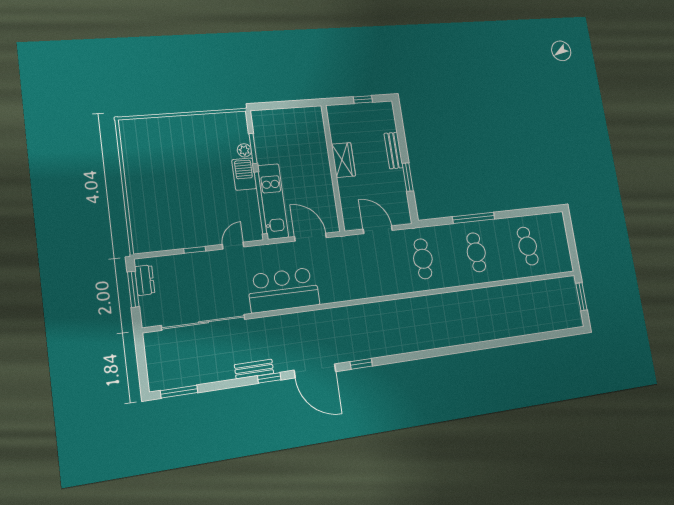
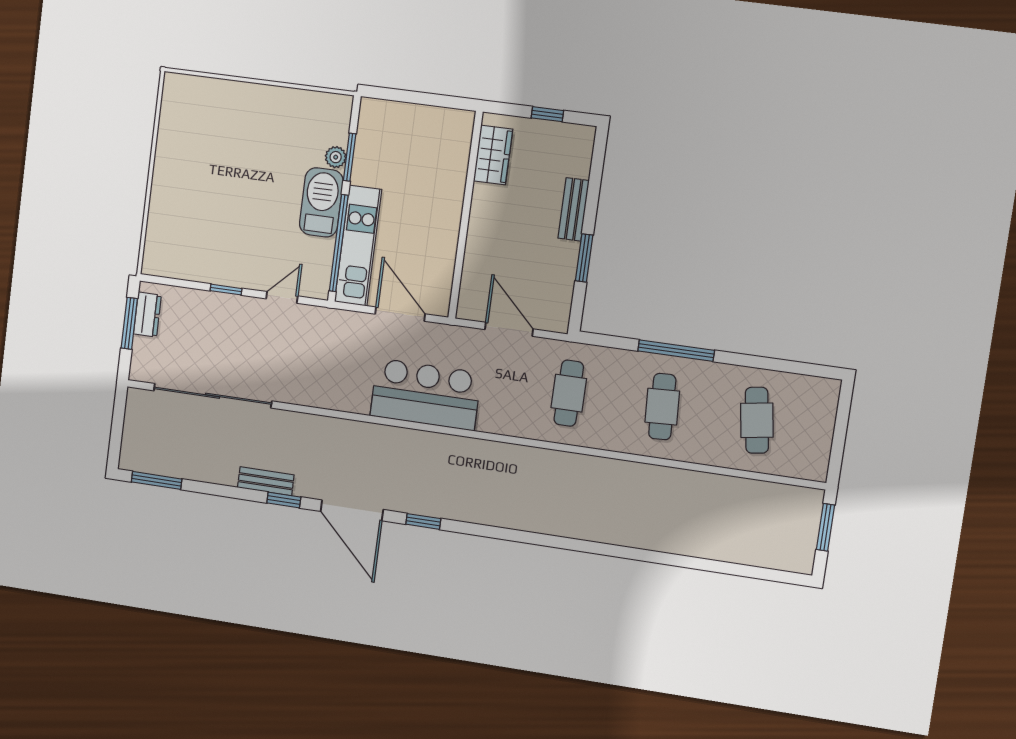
wardrobe: (343, 160) -> (493, 155), moved
barbecue: (244, 174) -> (321, 202), width x1.37, depth x1.21
bar counter: (283, 290) -> (426, 394), moved

